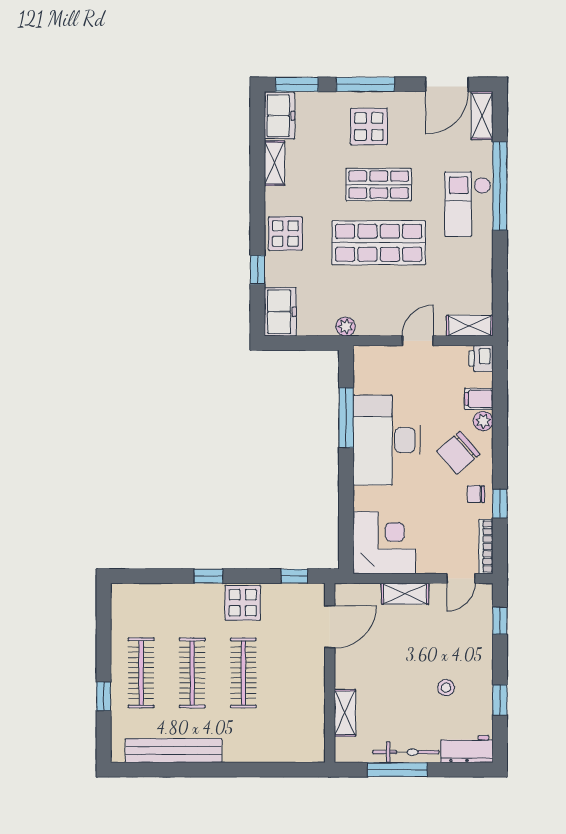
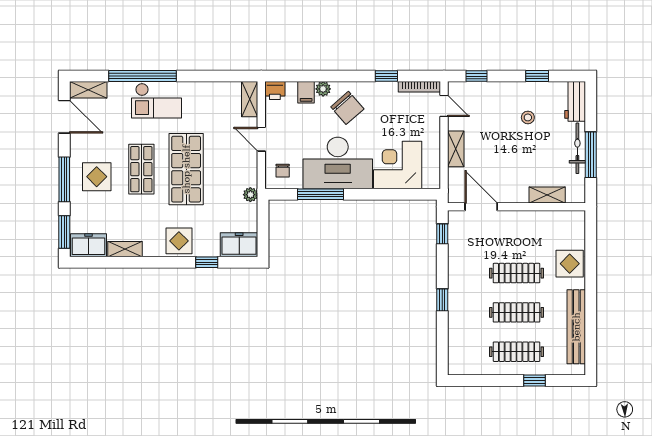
chair: (476, 494) -> (283, 171), moved
corner desk: (384, 543) -> (398, 165), moved
display table: (243, 603) -> (570, 264), moved

